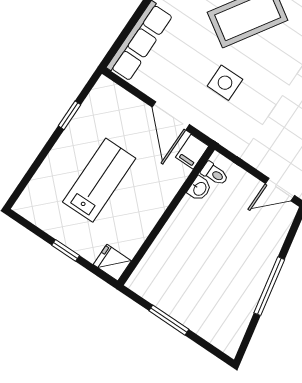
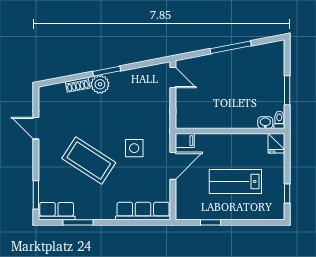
toilet: (215, 174) -> (279, 120), moved
washbasin: (199, 189) -> (265, 123), moved
window: (66, 250) -> (287, 193), moved

